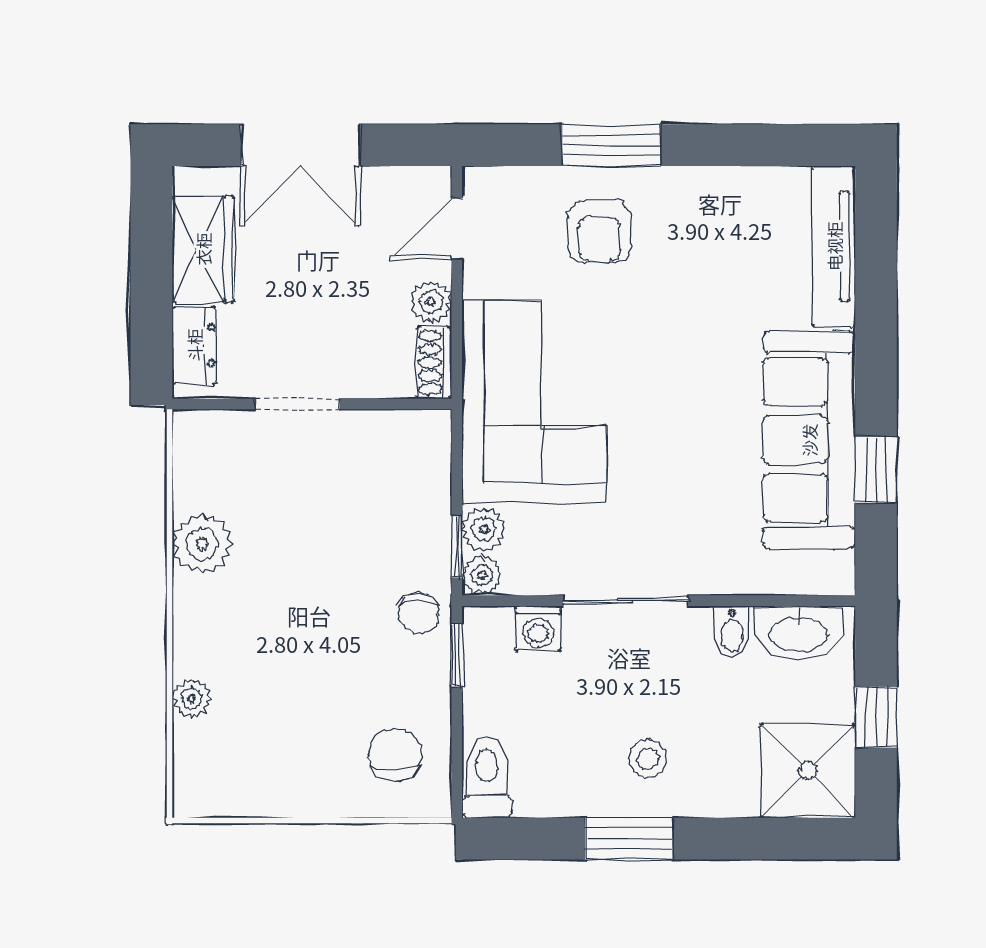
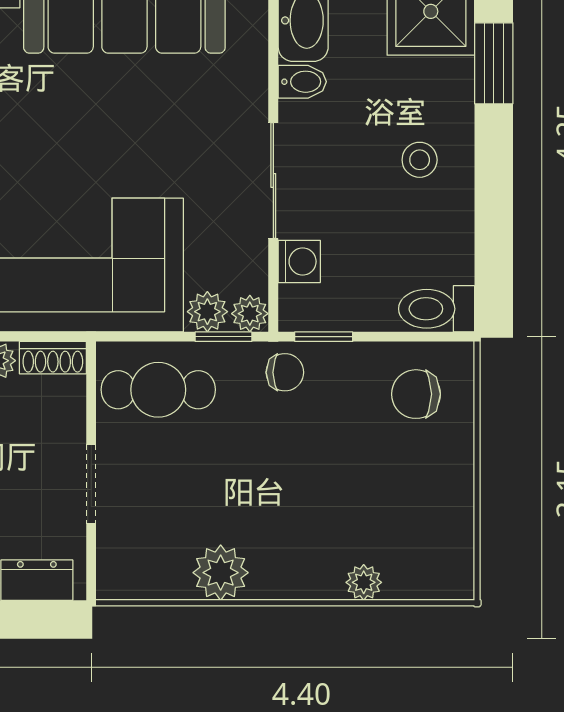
cafe table: (400, 476) -> (158, 390), added
window: (629, 839) -> (494, 63), moved

